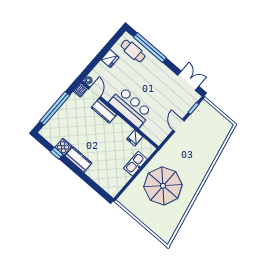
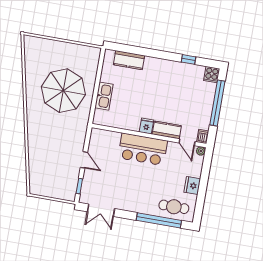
fridge: (135, 138) -> (146, 126), moved
cooker: (64, 147) -> (212, 75), moved
kitchen counter: (78, 159) -> (129, 60), moved

